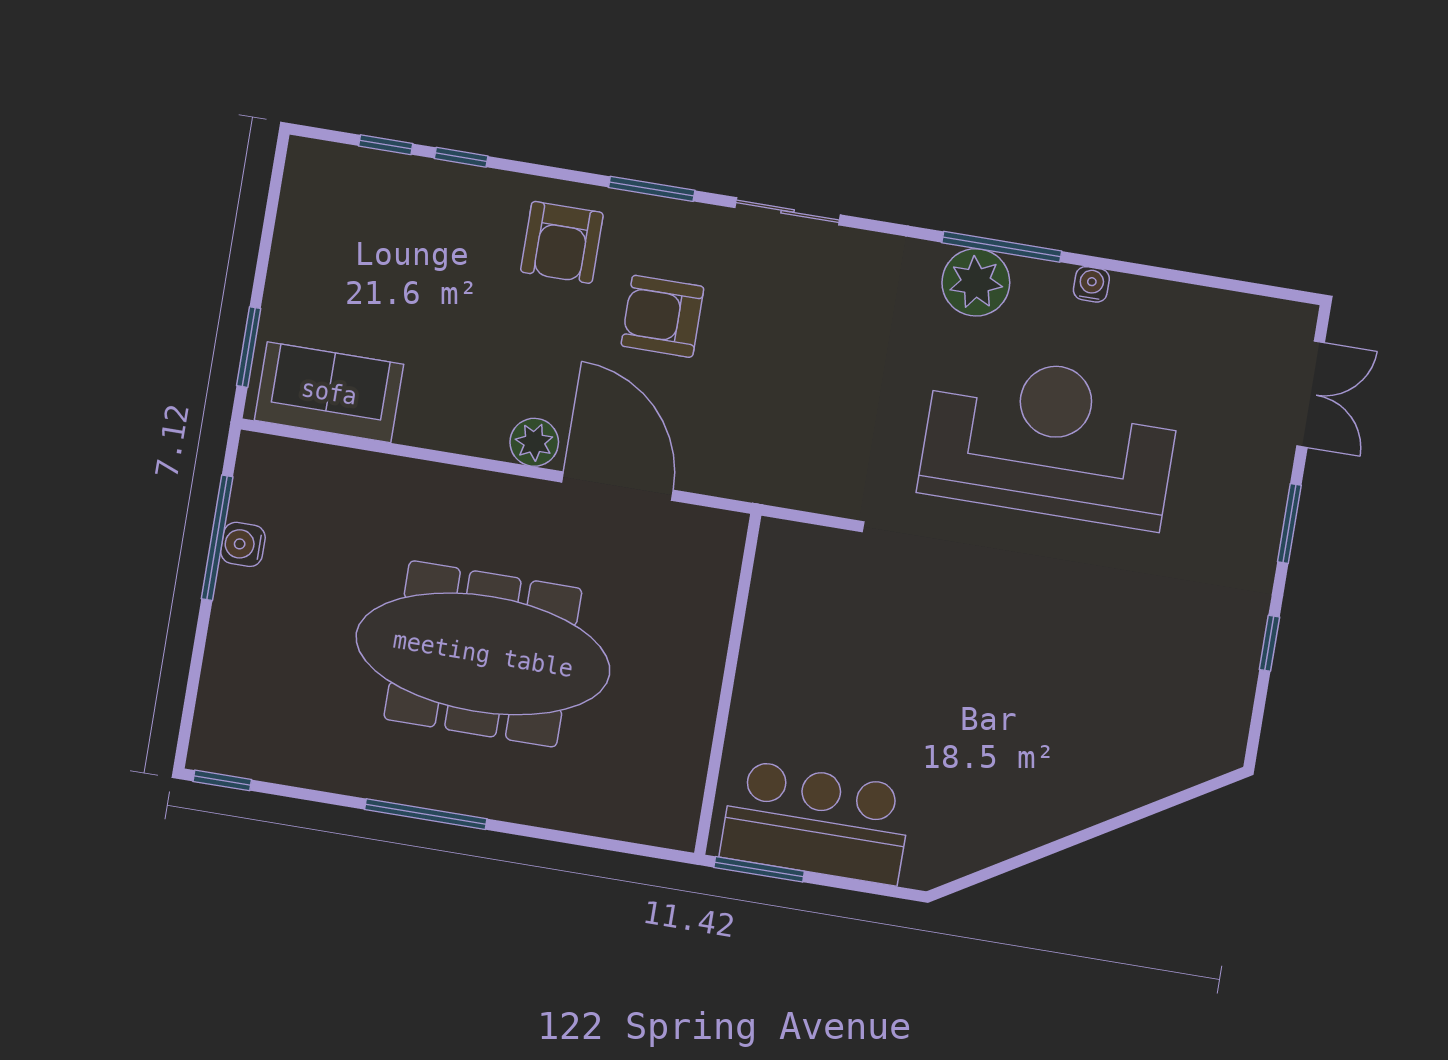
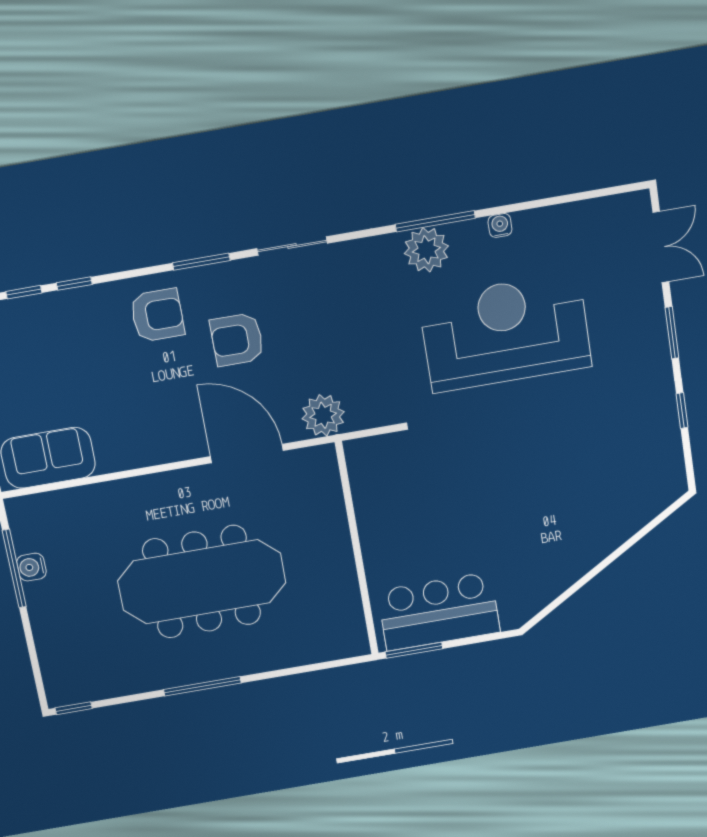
armchair: (562, 242) -> (157, 315), turned -90
plant: (534, 442) -> (323, 415), moved, width x1.36, depth x1.36

